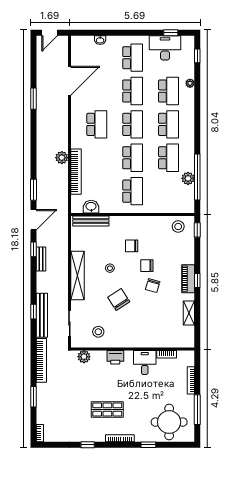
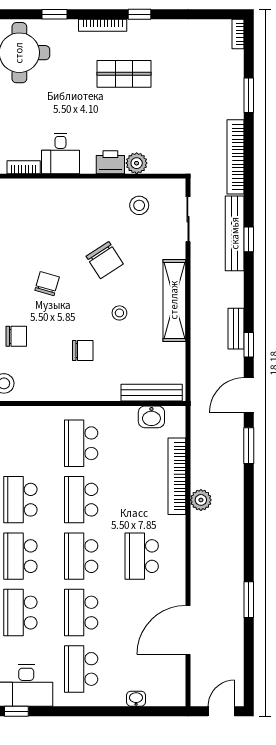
chair: (147, 266) -> (16, 336), moved
plant: (84, 357) -> (137, 163), moved
window: (88, 445) -> (140, 14), moved

